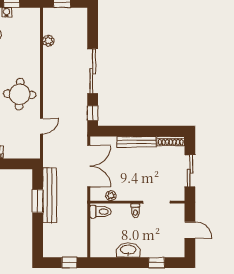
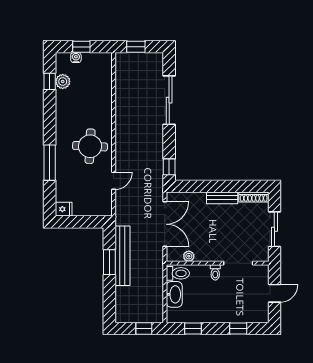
plant: (48, 41) -> (121, 89), removed
sliding door: (93, 71) -> (169, 100), moved
bench: (136, 142) -> (222, 198), width x0.73
door: (190, 230) -> (274, 293), hinge flipped
washbasin: (128, 250) -> (174, 294), moved, turned 90
window: (115, 263) -> (193, 329), added

